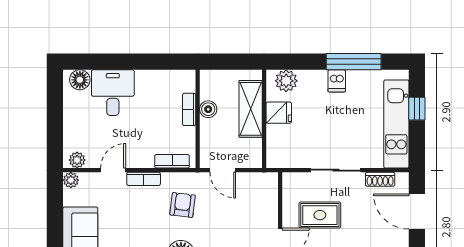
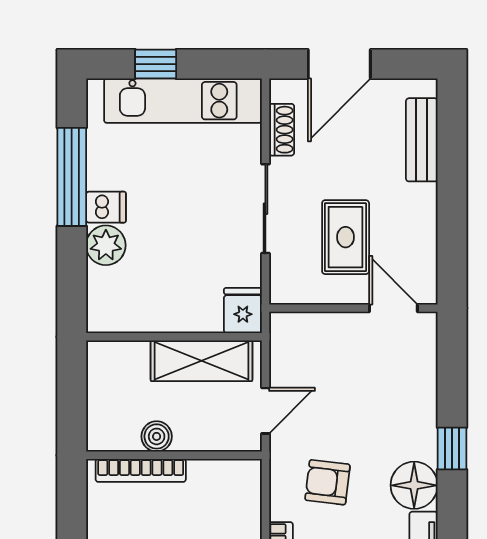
plant: (286, 81) -> (106, 245), moved
bookcase: (189, 109) -> (141, 470), width x1.56
shelving: (251, 109) -> (201, 361), moved
fridge: (279, 113) -> (243, 311), moved
bookcase: (172, 161) -> (250, 501), removed

